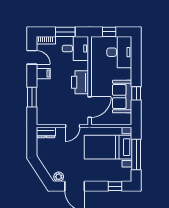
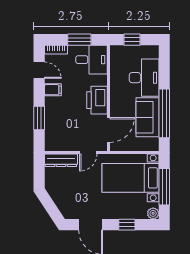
desk: (119, 52) -> (144, 78), moved
window: (136, 93) -> (164, 113), width x3.17
dresser: (46, 132) -> (61, 160), width x1.44
plant: (59, 177) -> (153, 213), moved
window: (115, 186) -> (127, 225), moved

